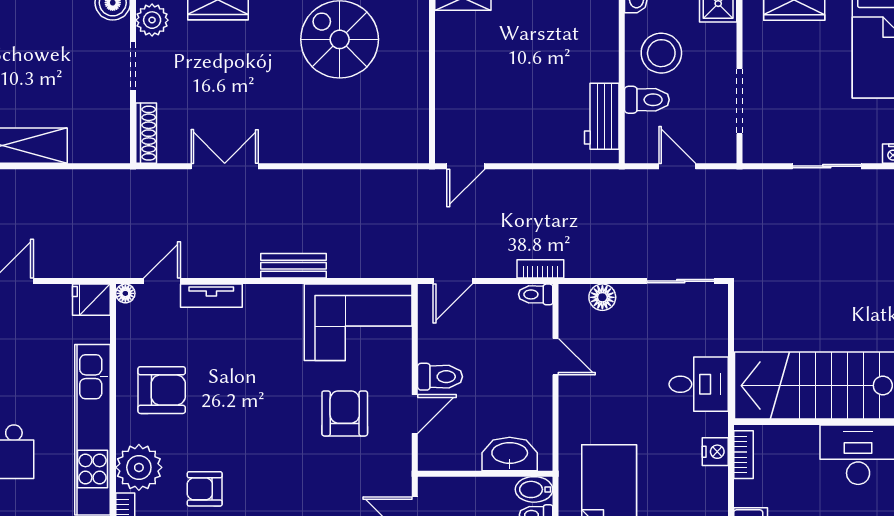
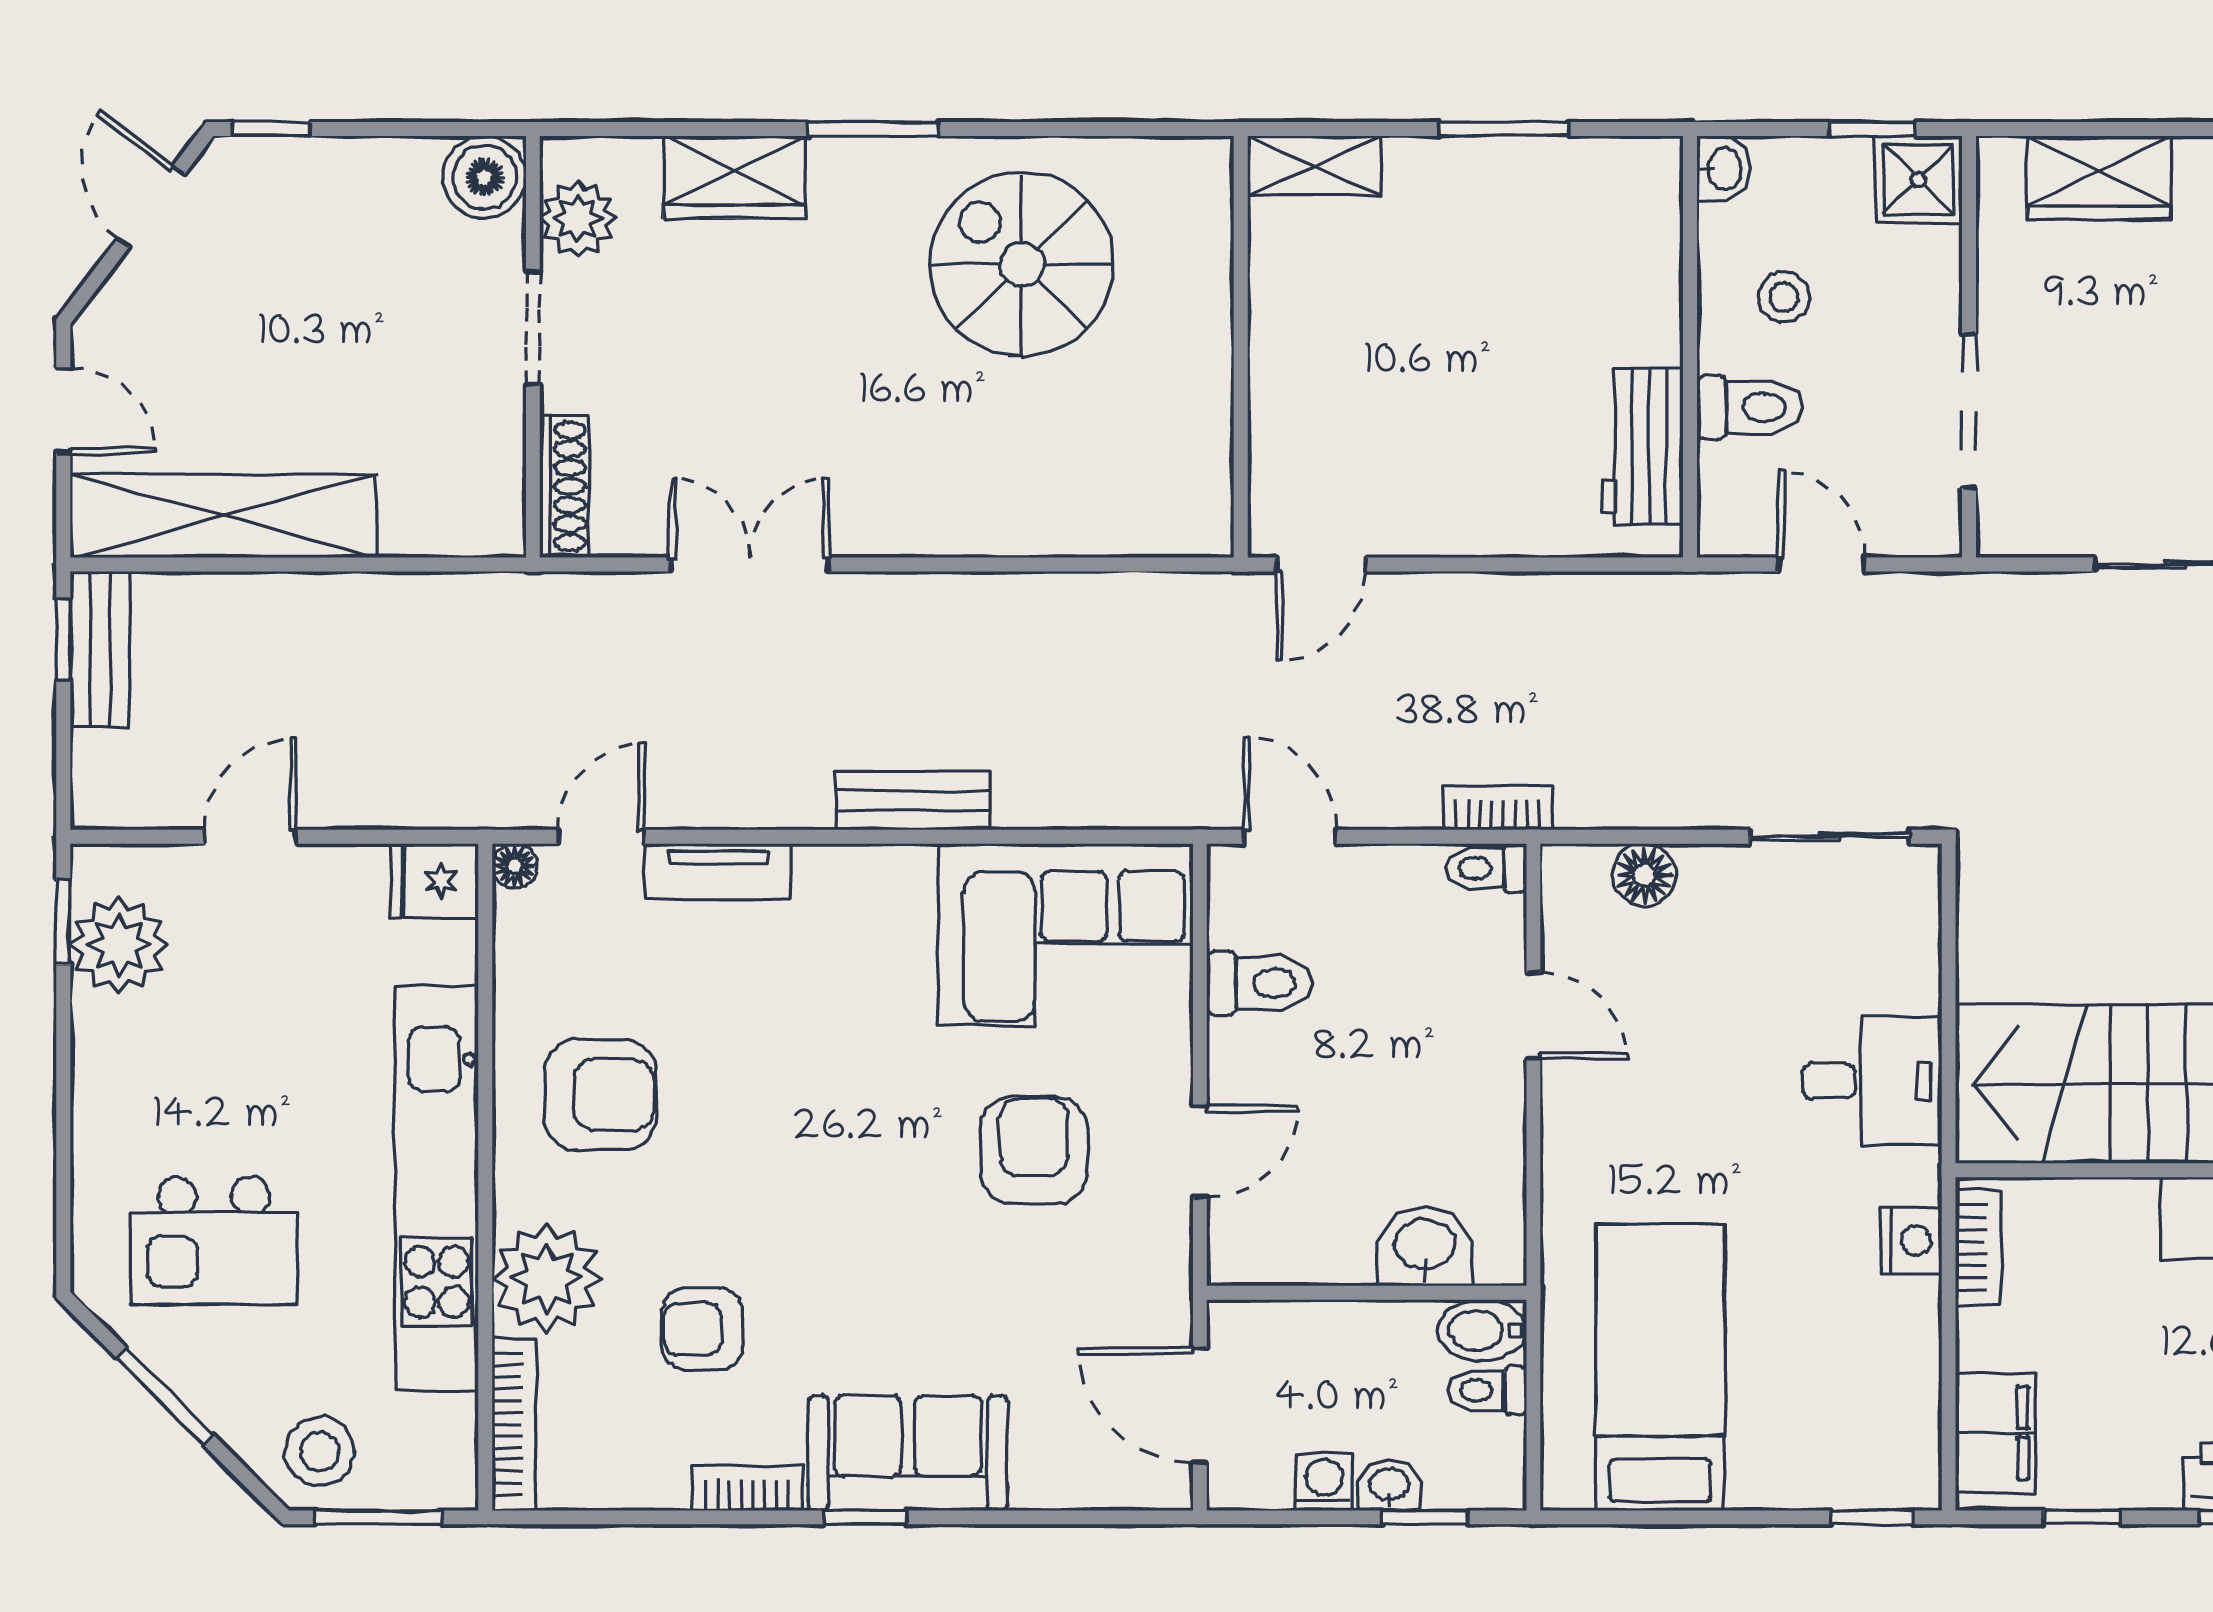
stool: (661, 53) -> (1784, 297), width x0.53, depth x0.53
door: (453, 281) -> (1290, 837), swing flipped
toilet: (440, 377) -> (1260, 983), moved
washbasin: (510, 454) -> (1425, 1246), width x0.72

